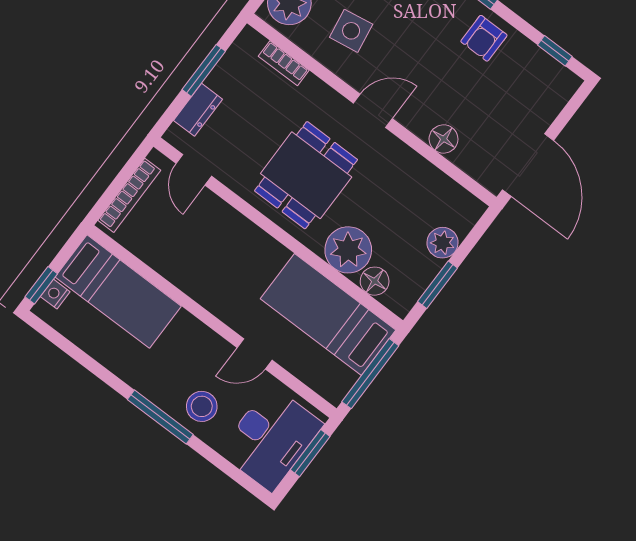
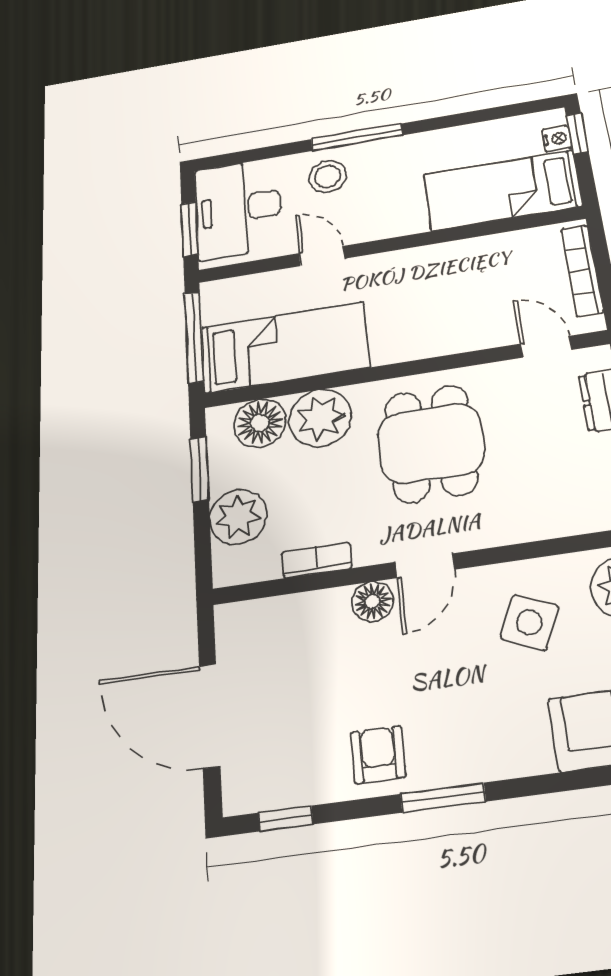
side table: (351, 31) -> (529, 623), turned 33
bookcase: (284, 63) -> (317, 560), moved
floor lamp: (444, 139) -> (373, 602), moved
door: (528, 165) -> (210, 716), moved
plant: (443, 243) -> (238, 517), width x1.36, depth x1.36
floor lamp: (375, 281) -> (260, 423), width x1.38, depth x1.38
door: (255, 354) -> (322, 256), hinge flipped

